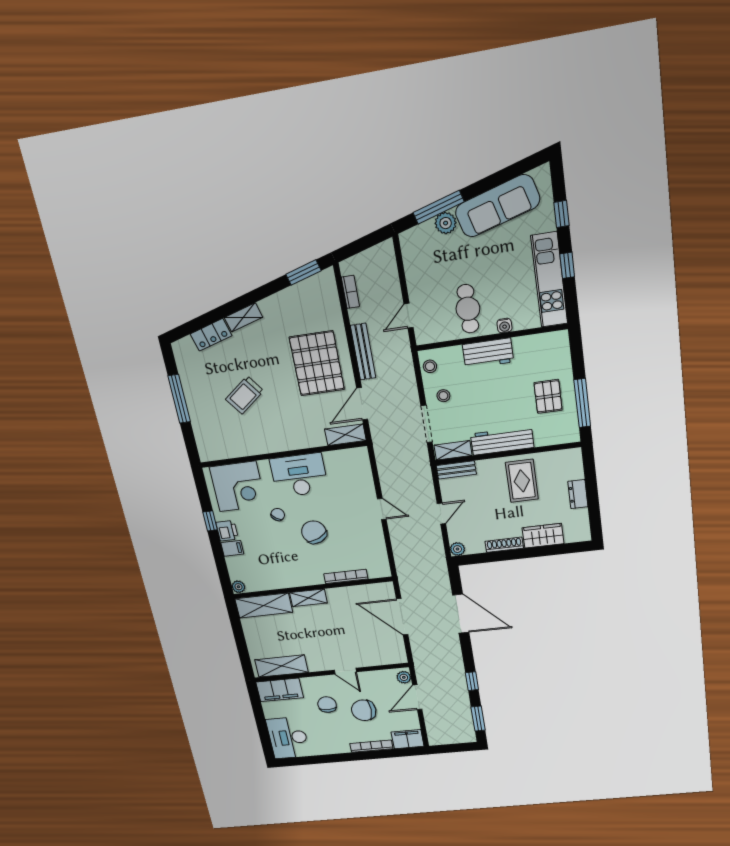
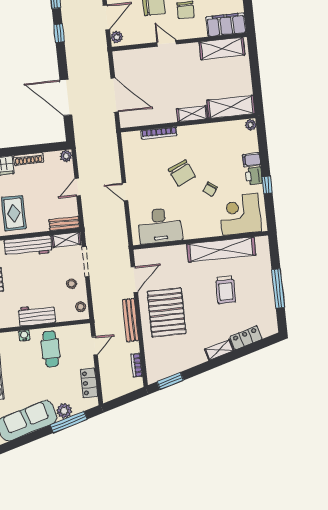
locker: (413, 264) -> (89, 383), added
trolley: (245, 395) -> (226, 290), turned 127
shelving: (345, 435) -> (221, 250), moved, width x2.20, depth x1.33
desk: (299, 475) -> (160, 226), moved

